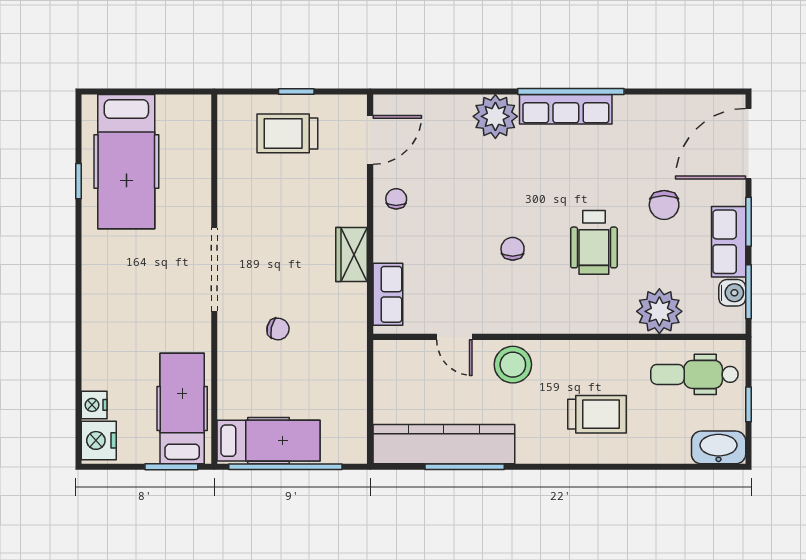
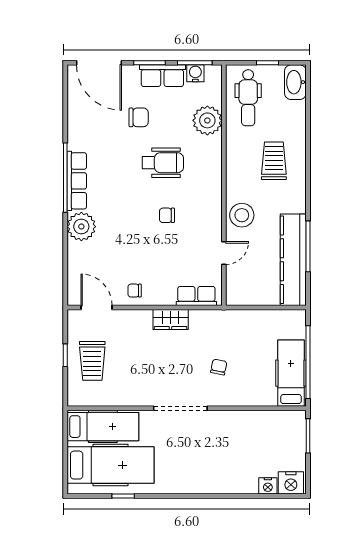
hospital bed: (182, 409) -> (103, 427), moved, turned 180

